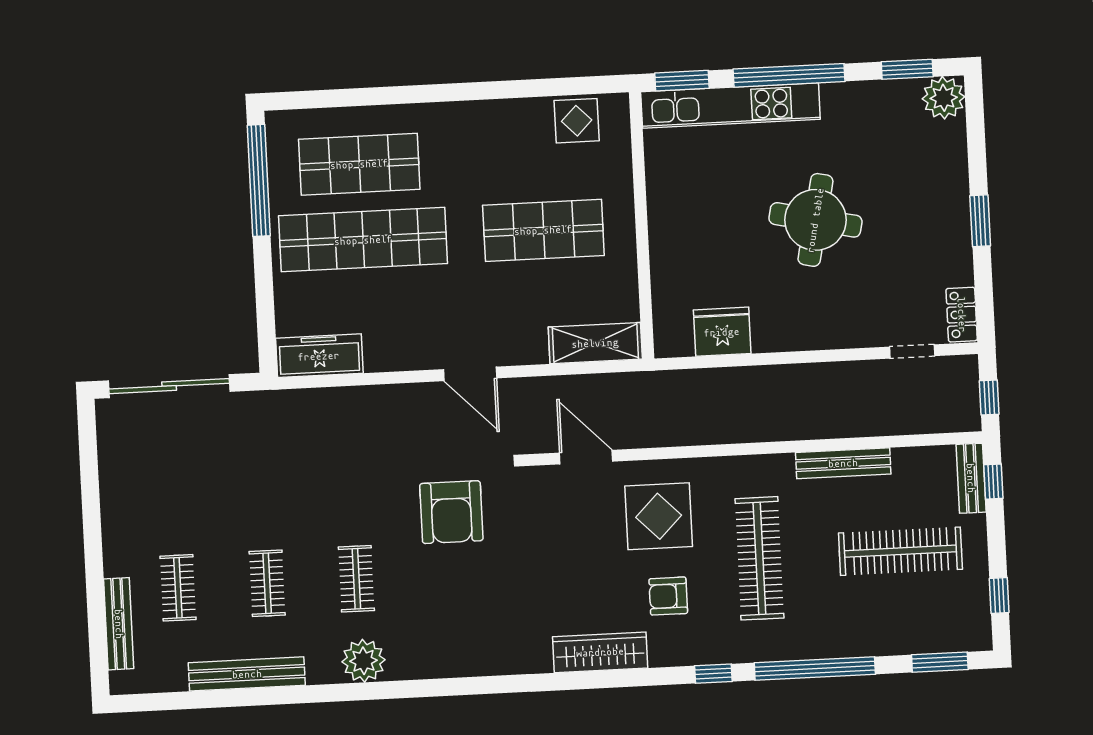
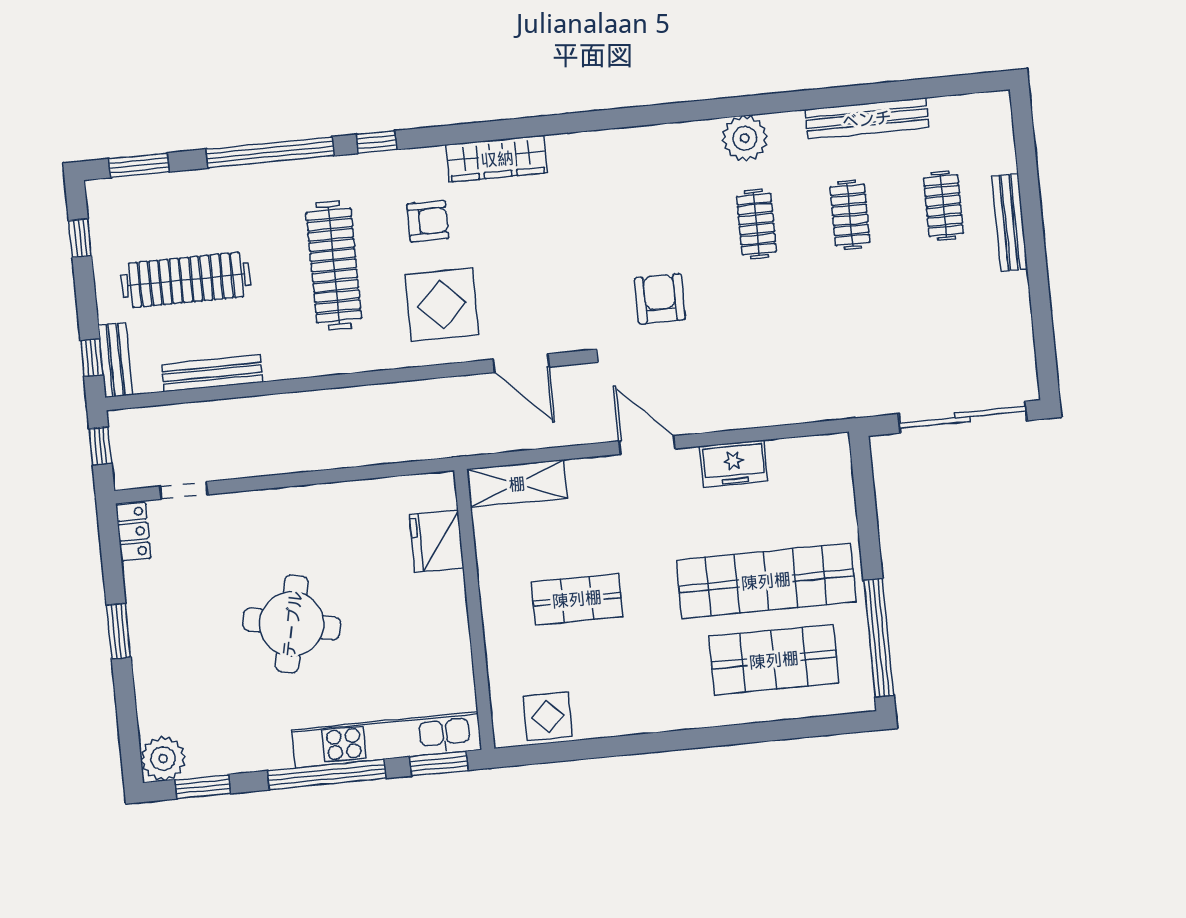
shop shelf: (543, 230) -> (577, 599), width x0.70, depth x0.74
fridge: (722, 332) -> (437, 541), moved, turned 90
freezer: (319, 356) -> (734, 464), moved, width x0.71
bench: (843, 463) -> (212, 373), moved
armchair: (451, 512) -> (660, 299), width x0.73, depth x0.73
bench: (119, 624) -> (1010, 223), moved

